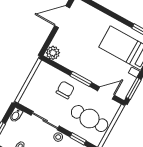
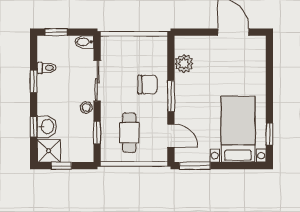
plant: (53, 53) -> (184, 64), moved
cafe table: (90, 119) -> (129, 133), width x0.73, depth x0.74

